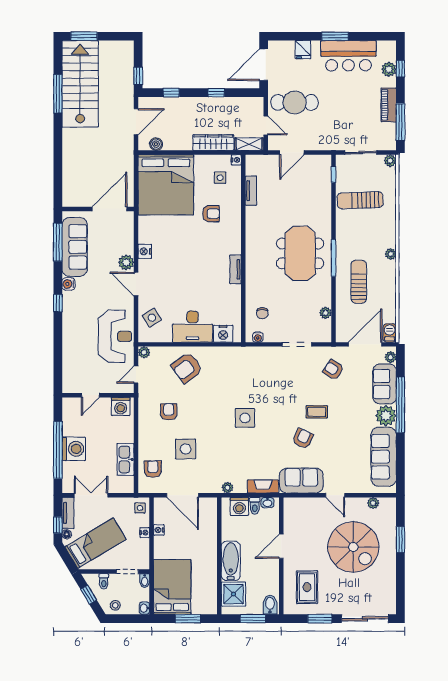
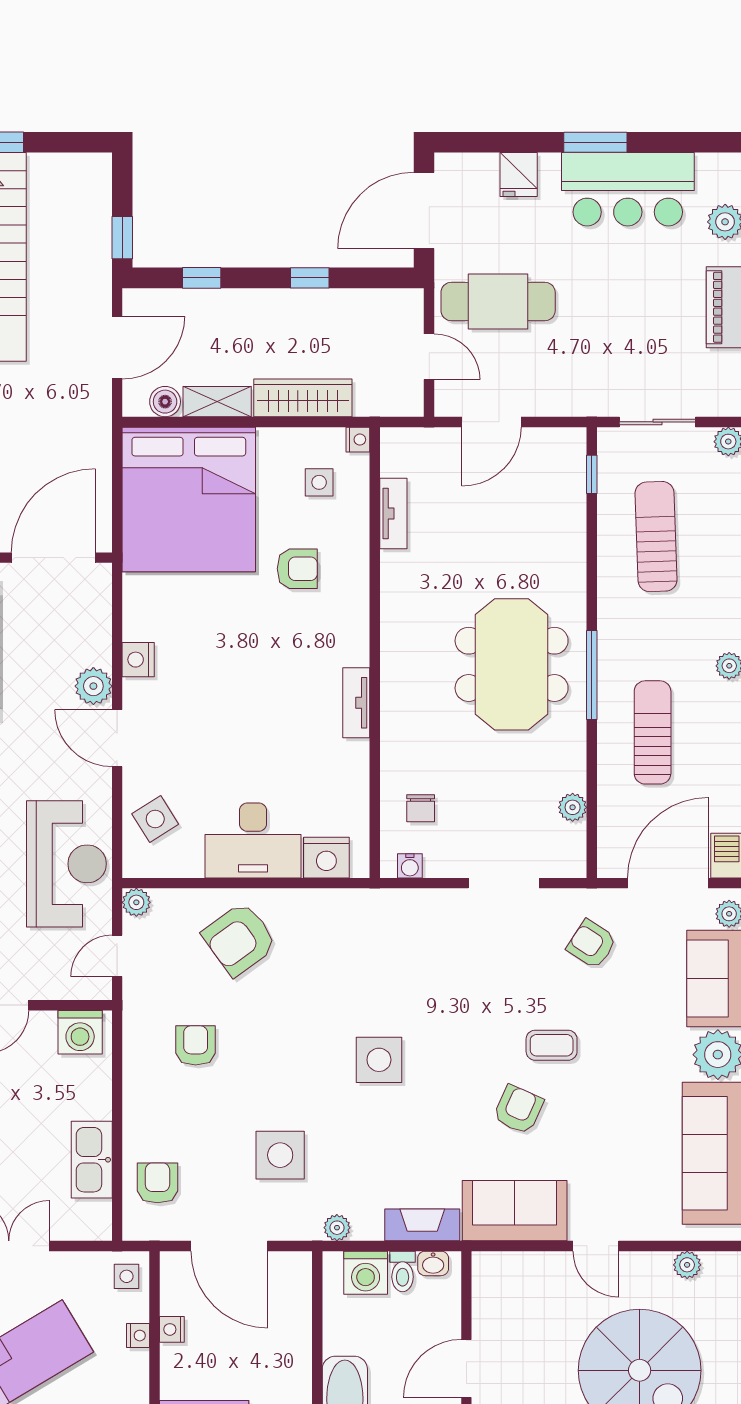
shelving: (249, 144) -> (217, 402), moved
sun lounger: (360, 200) -> (656, 537), turned 90
side table: (186, 449) -> (280, 1155), moved

